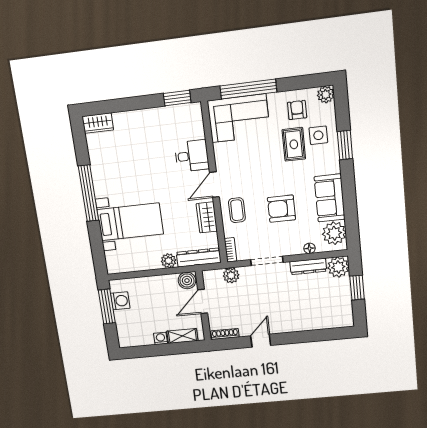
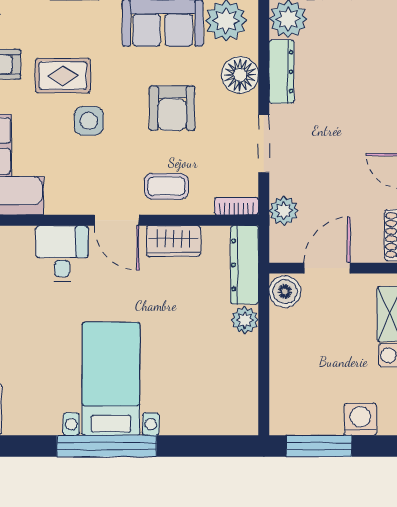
side table: (318, 135) -> (89, 121), moved
bed with nightstands: (130, 222) -> (111, 379), moved
floor lamp: (309, 248) -> (240, 75), width x1.89, depth x1.89
washing machine: (120, 301) -> (360, 419), moved
door: (203, 301) -> (327, 268), swing flipped

